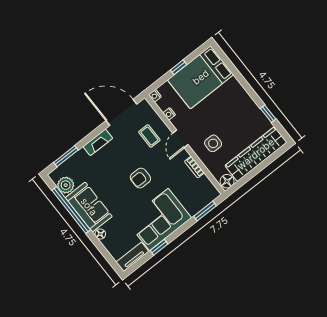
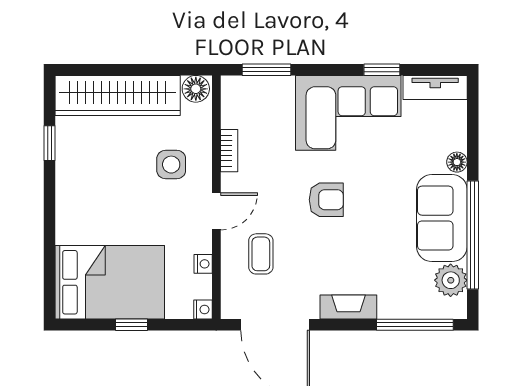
window: (66, 156) -> (415, 325), width x1.44

